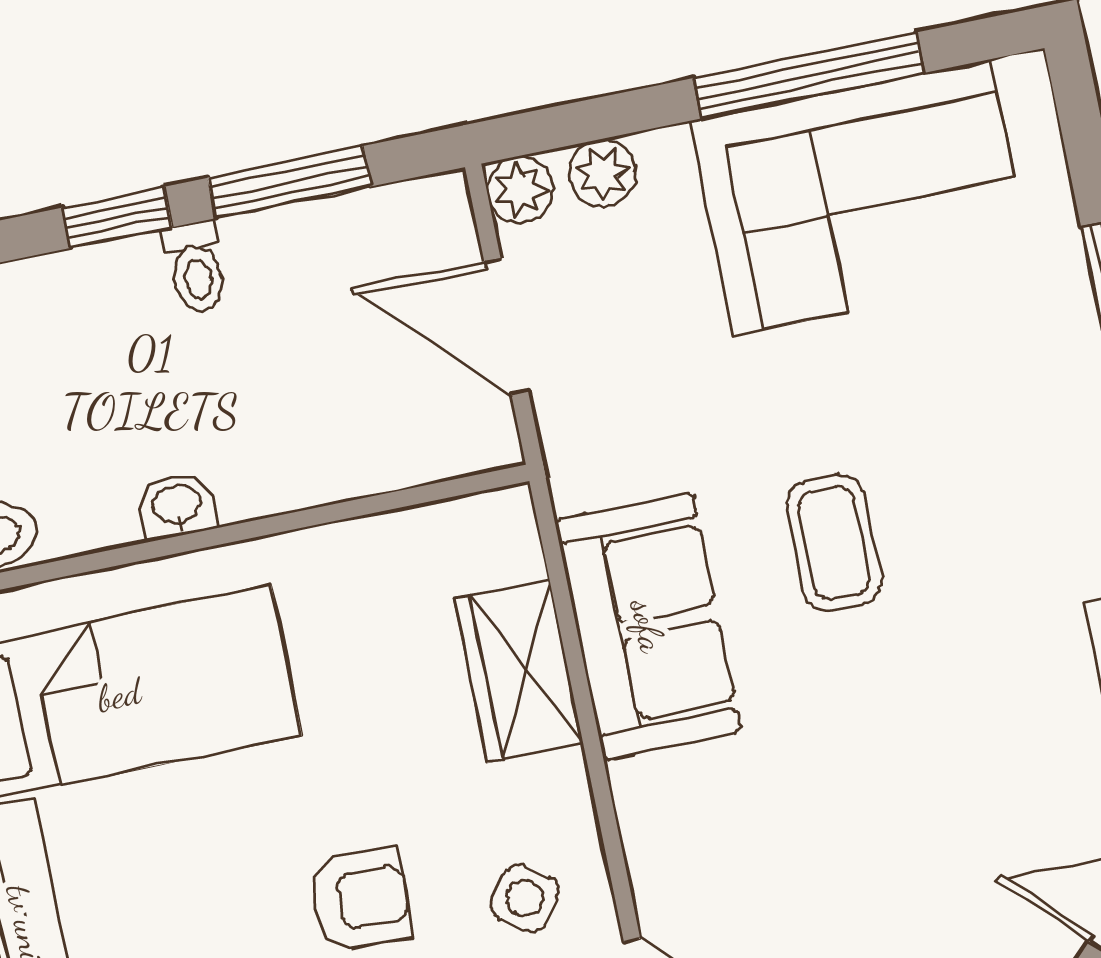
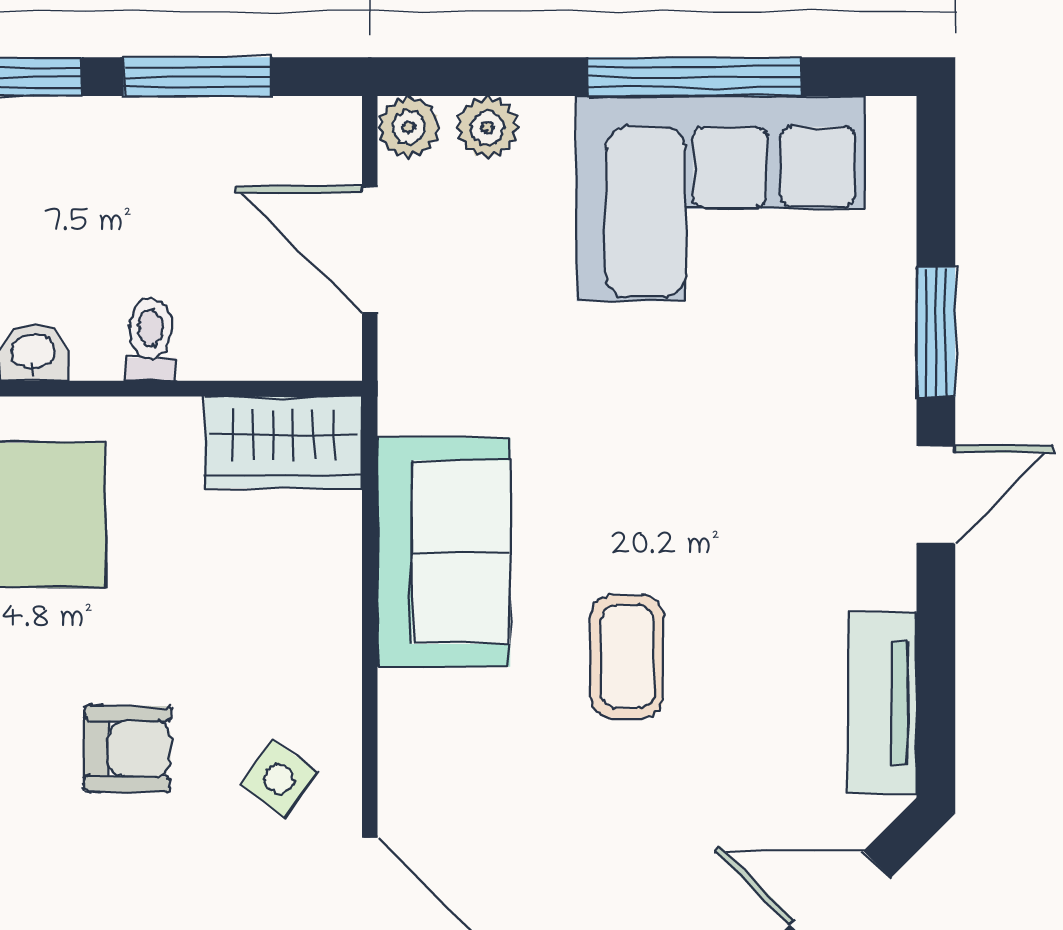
toilet: (196, 267) -> (151, 340), moved, turned 180
coffee table: (834, 543) -> (627, 657), moved
wardrobe: (519, 671) -> (283, 442), moved, turned -90

